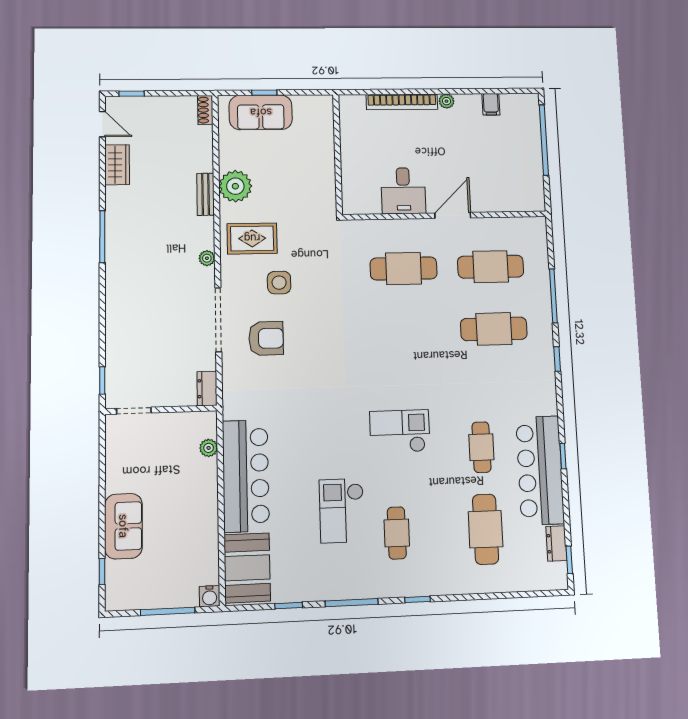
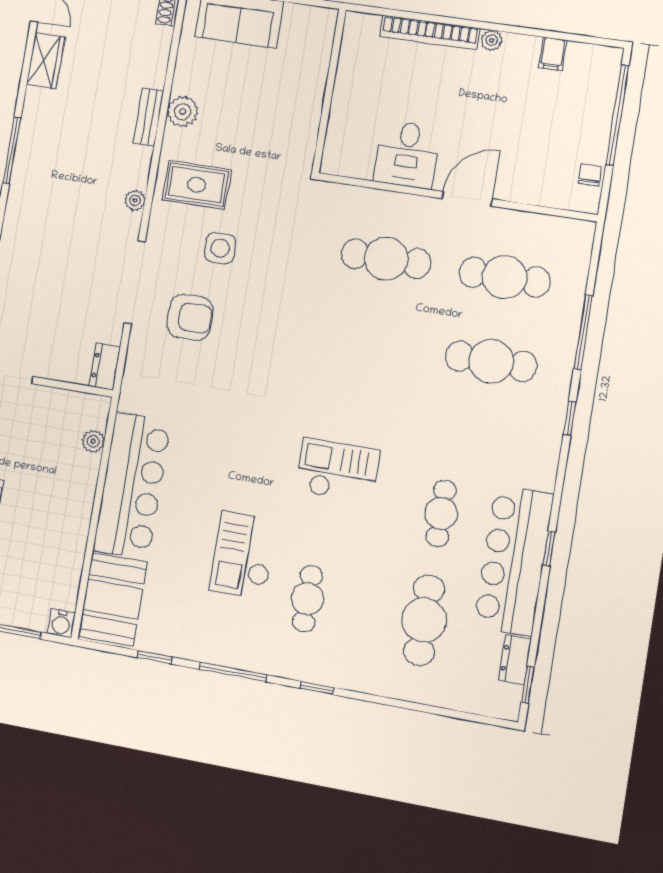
chair: (534, 184) -> (590, 175), added
plant: (235, 186) -> (183, 112), width x0.73, depth x0.73

